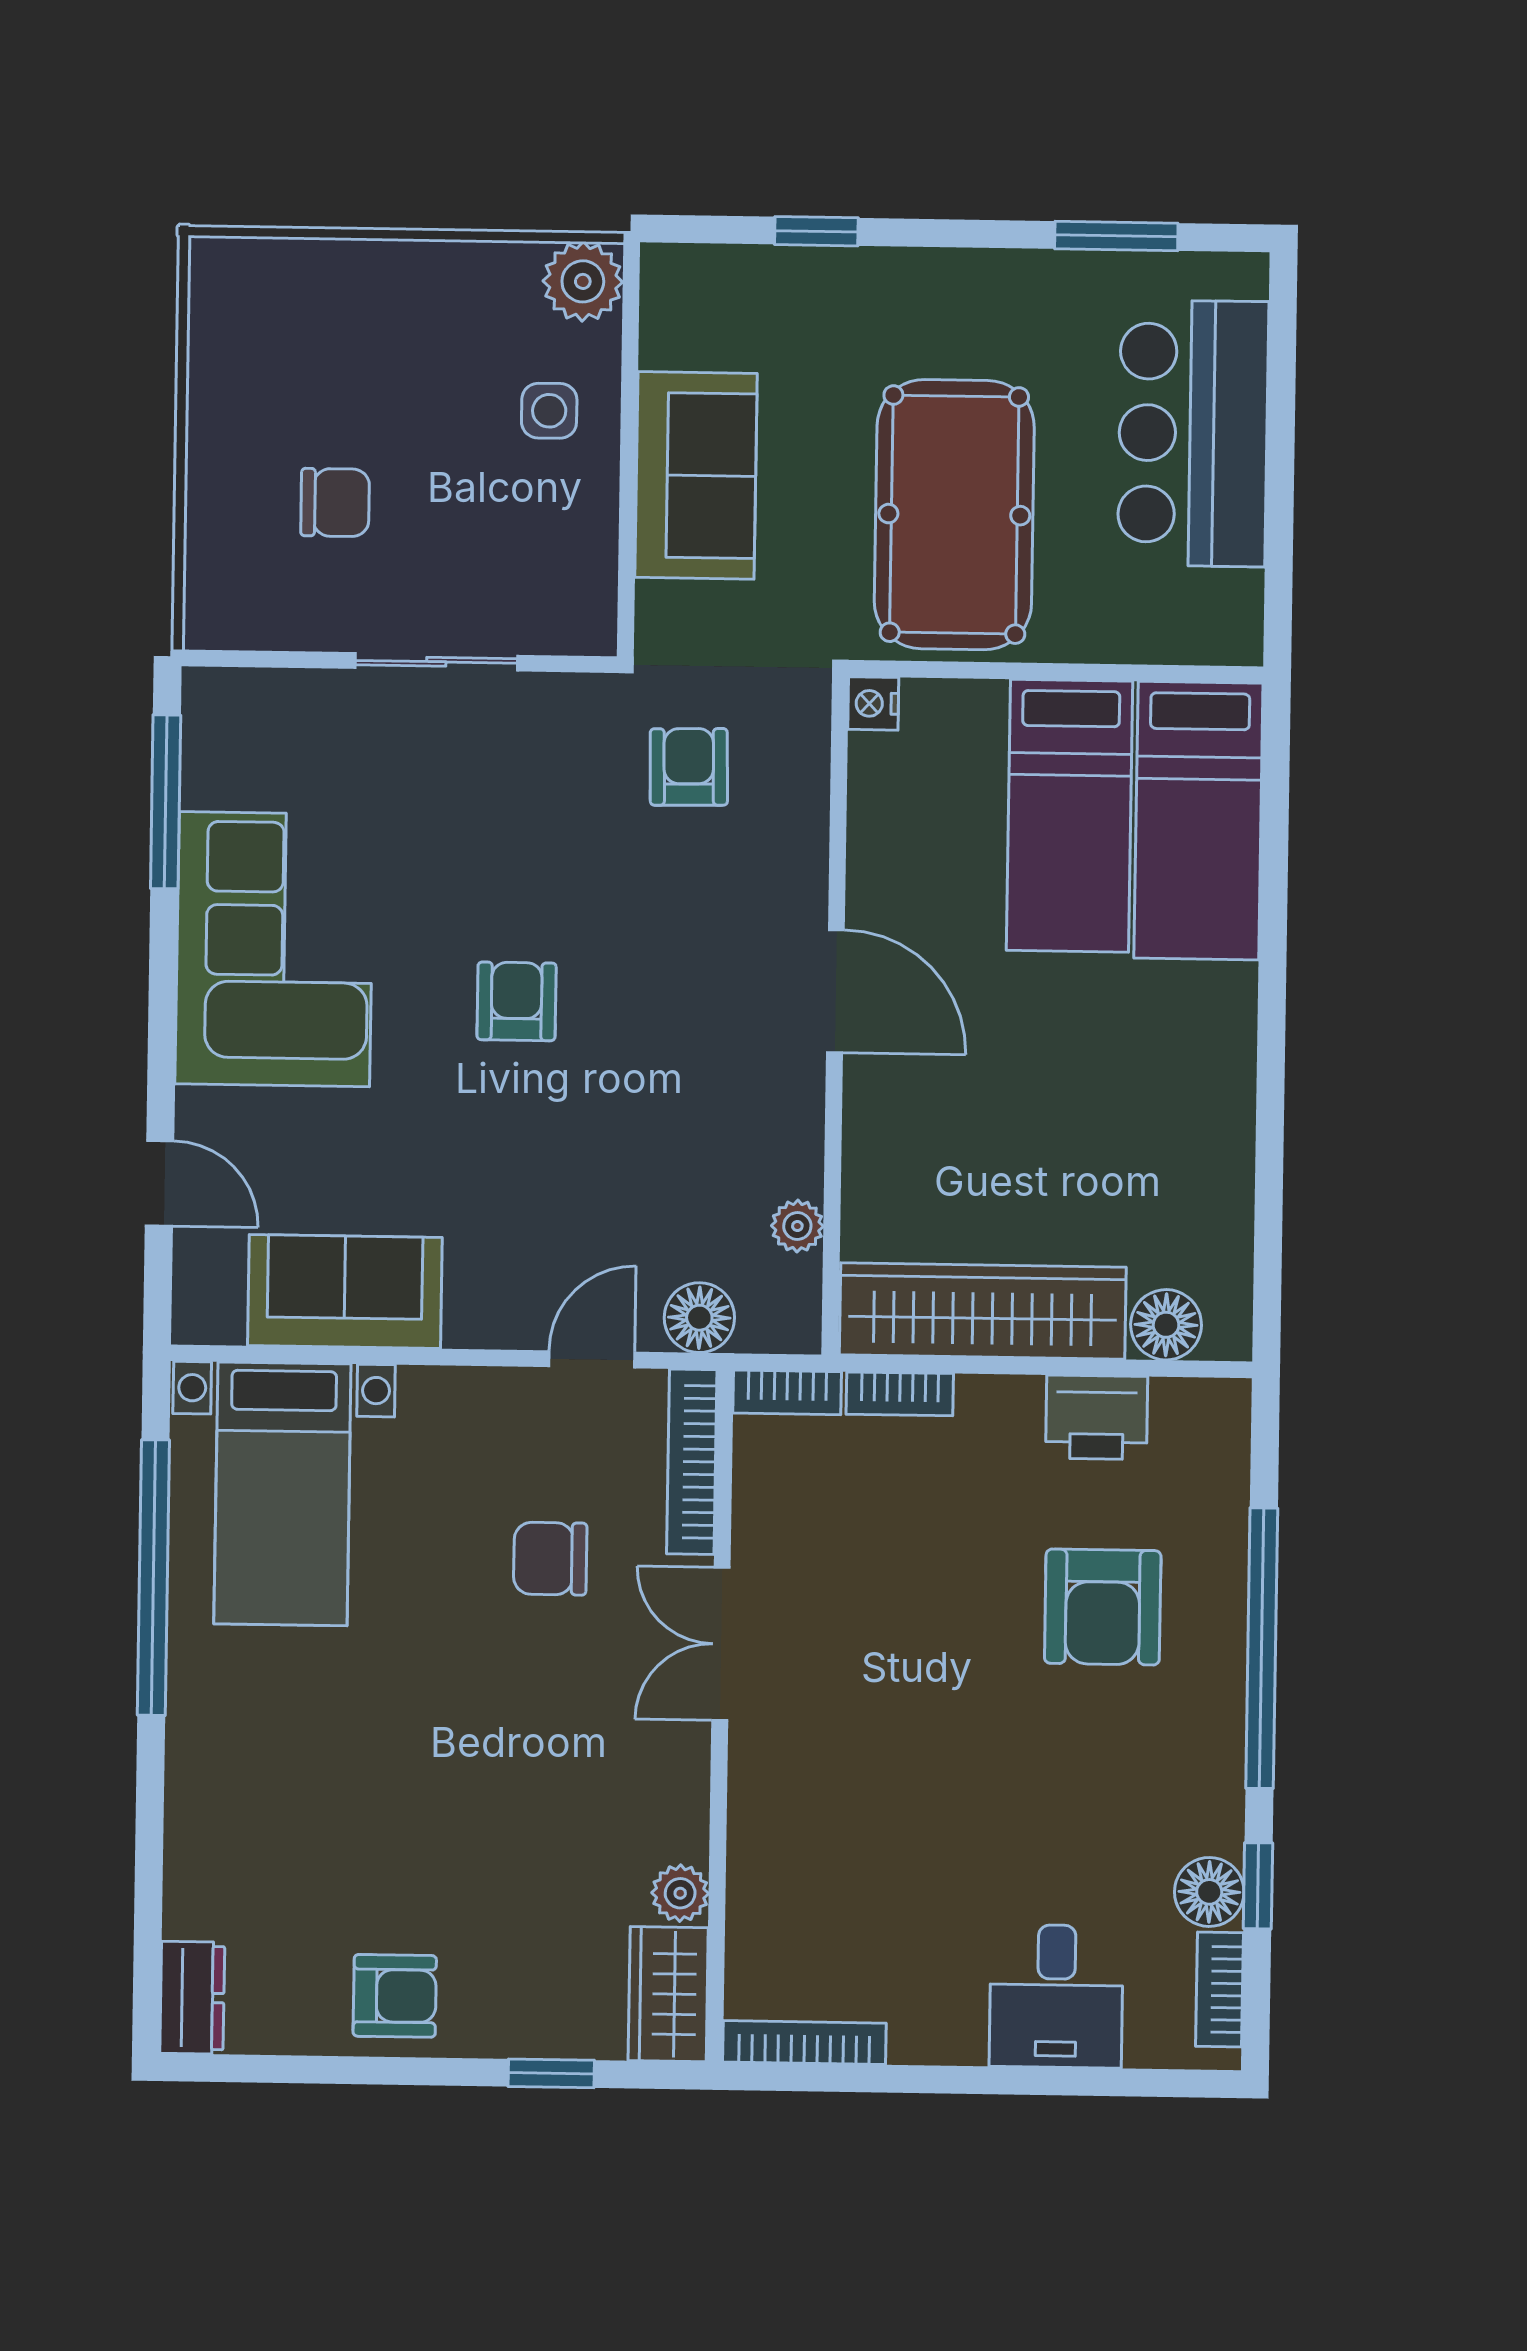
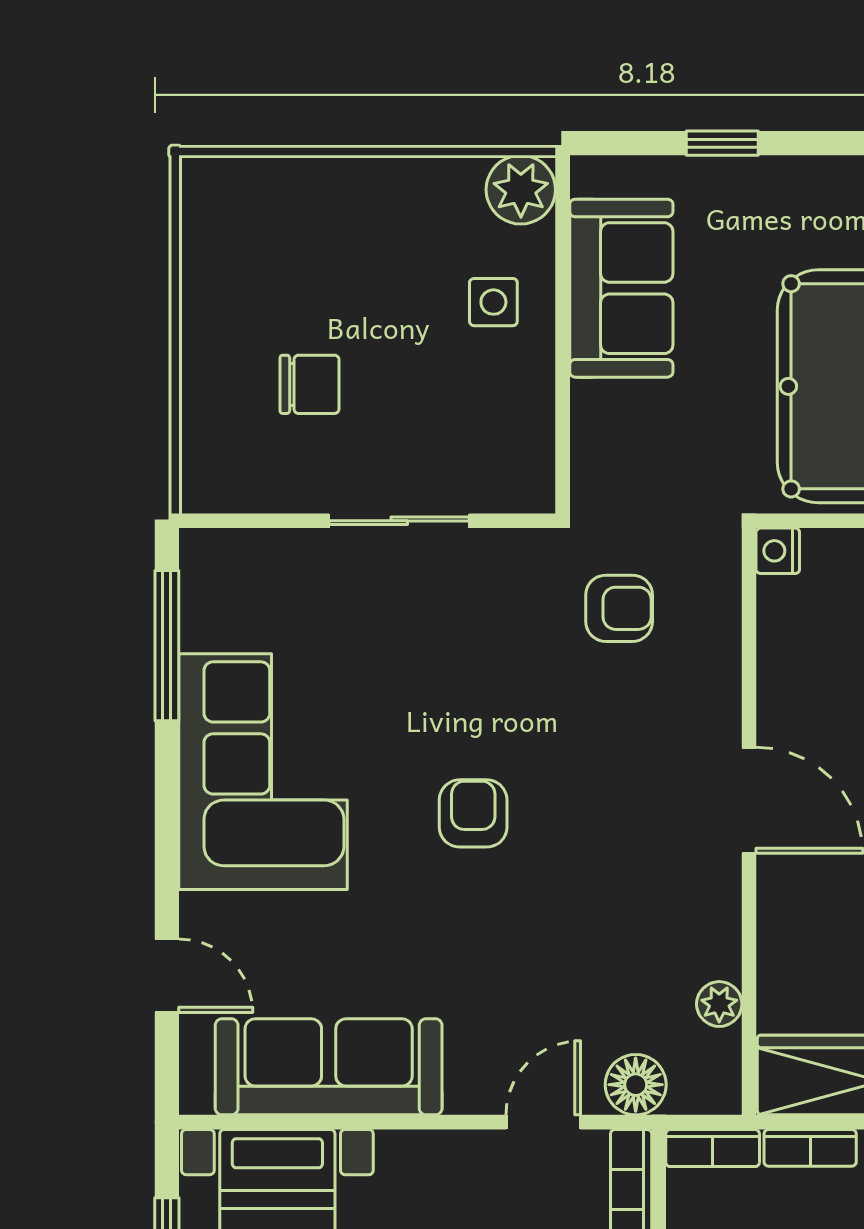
sofa: (696, 475) -> (621, 288), moved
armchair: (689, 767) -> (619, 608), turned 91
sofa: (345, 1292) -> (329, 1067), width x1.36

